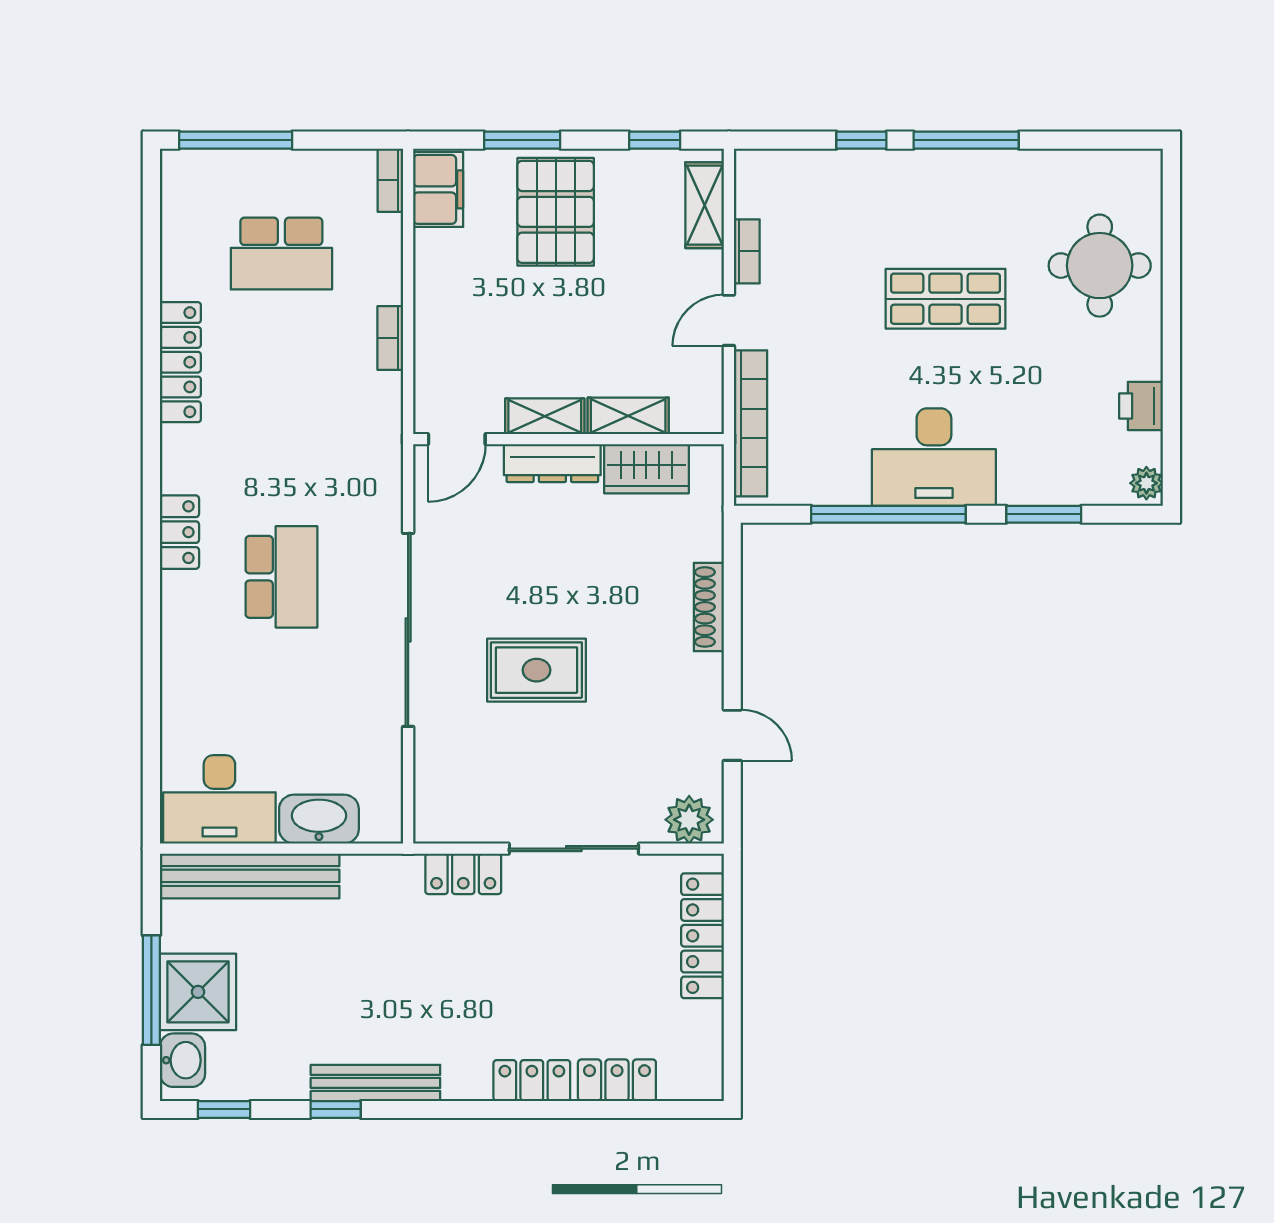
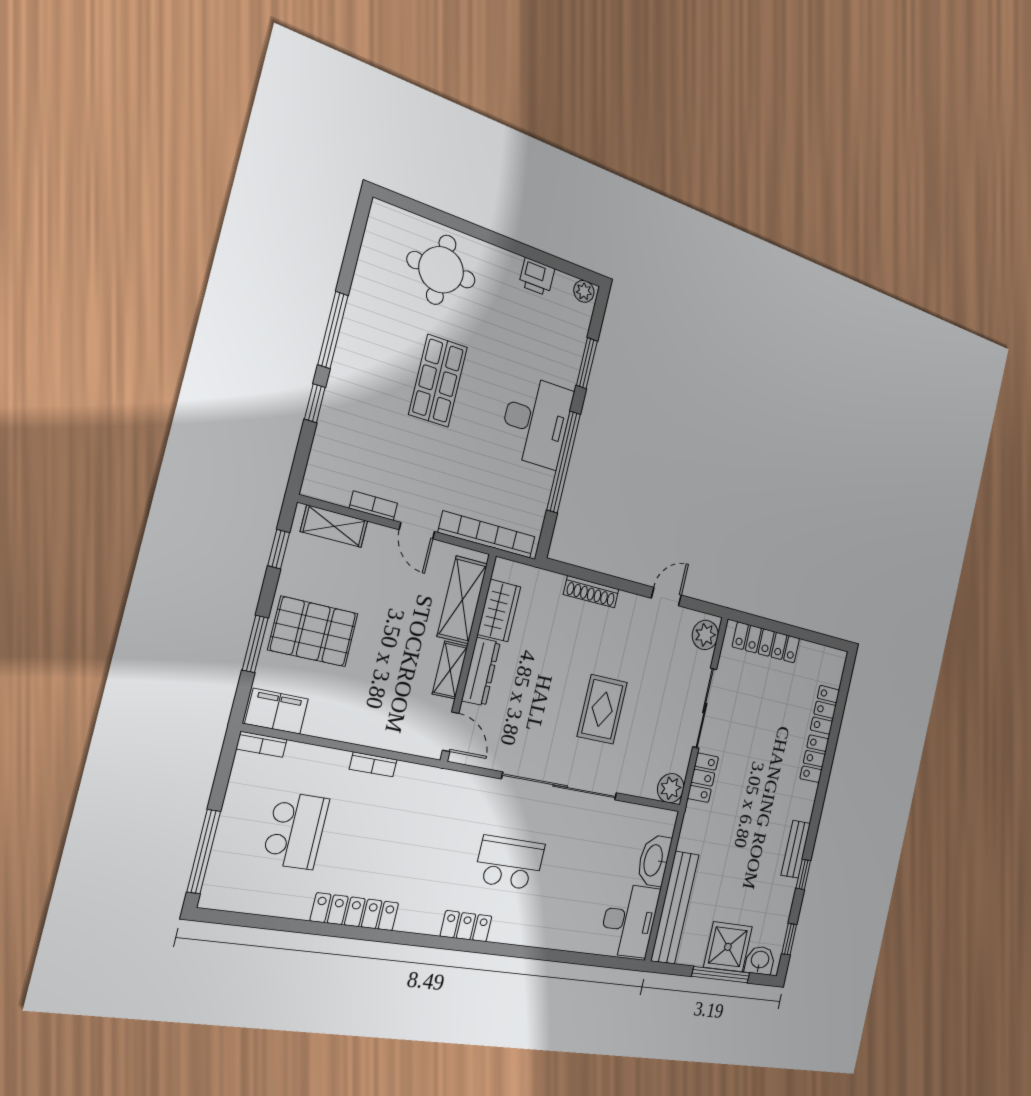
shelving: (628, 416) -> (462, 600), width x1.50, depth x1.33
plant: (437, 820) -> (671, 788), added
bench: (375, 1083) -> (796, 849), width x0.73

